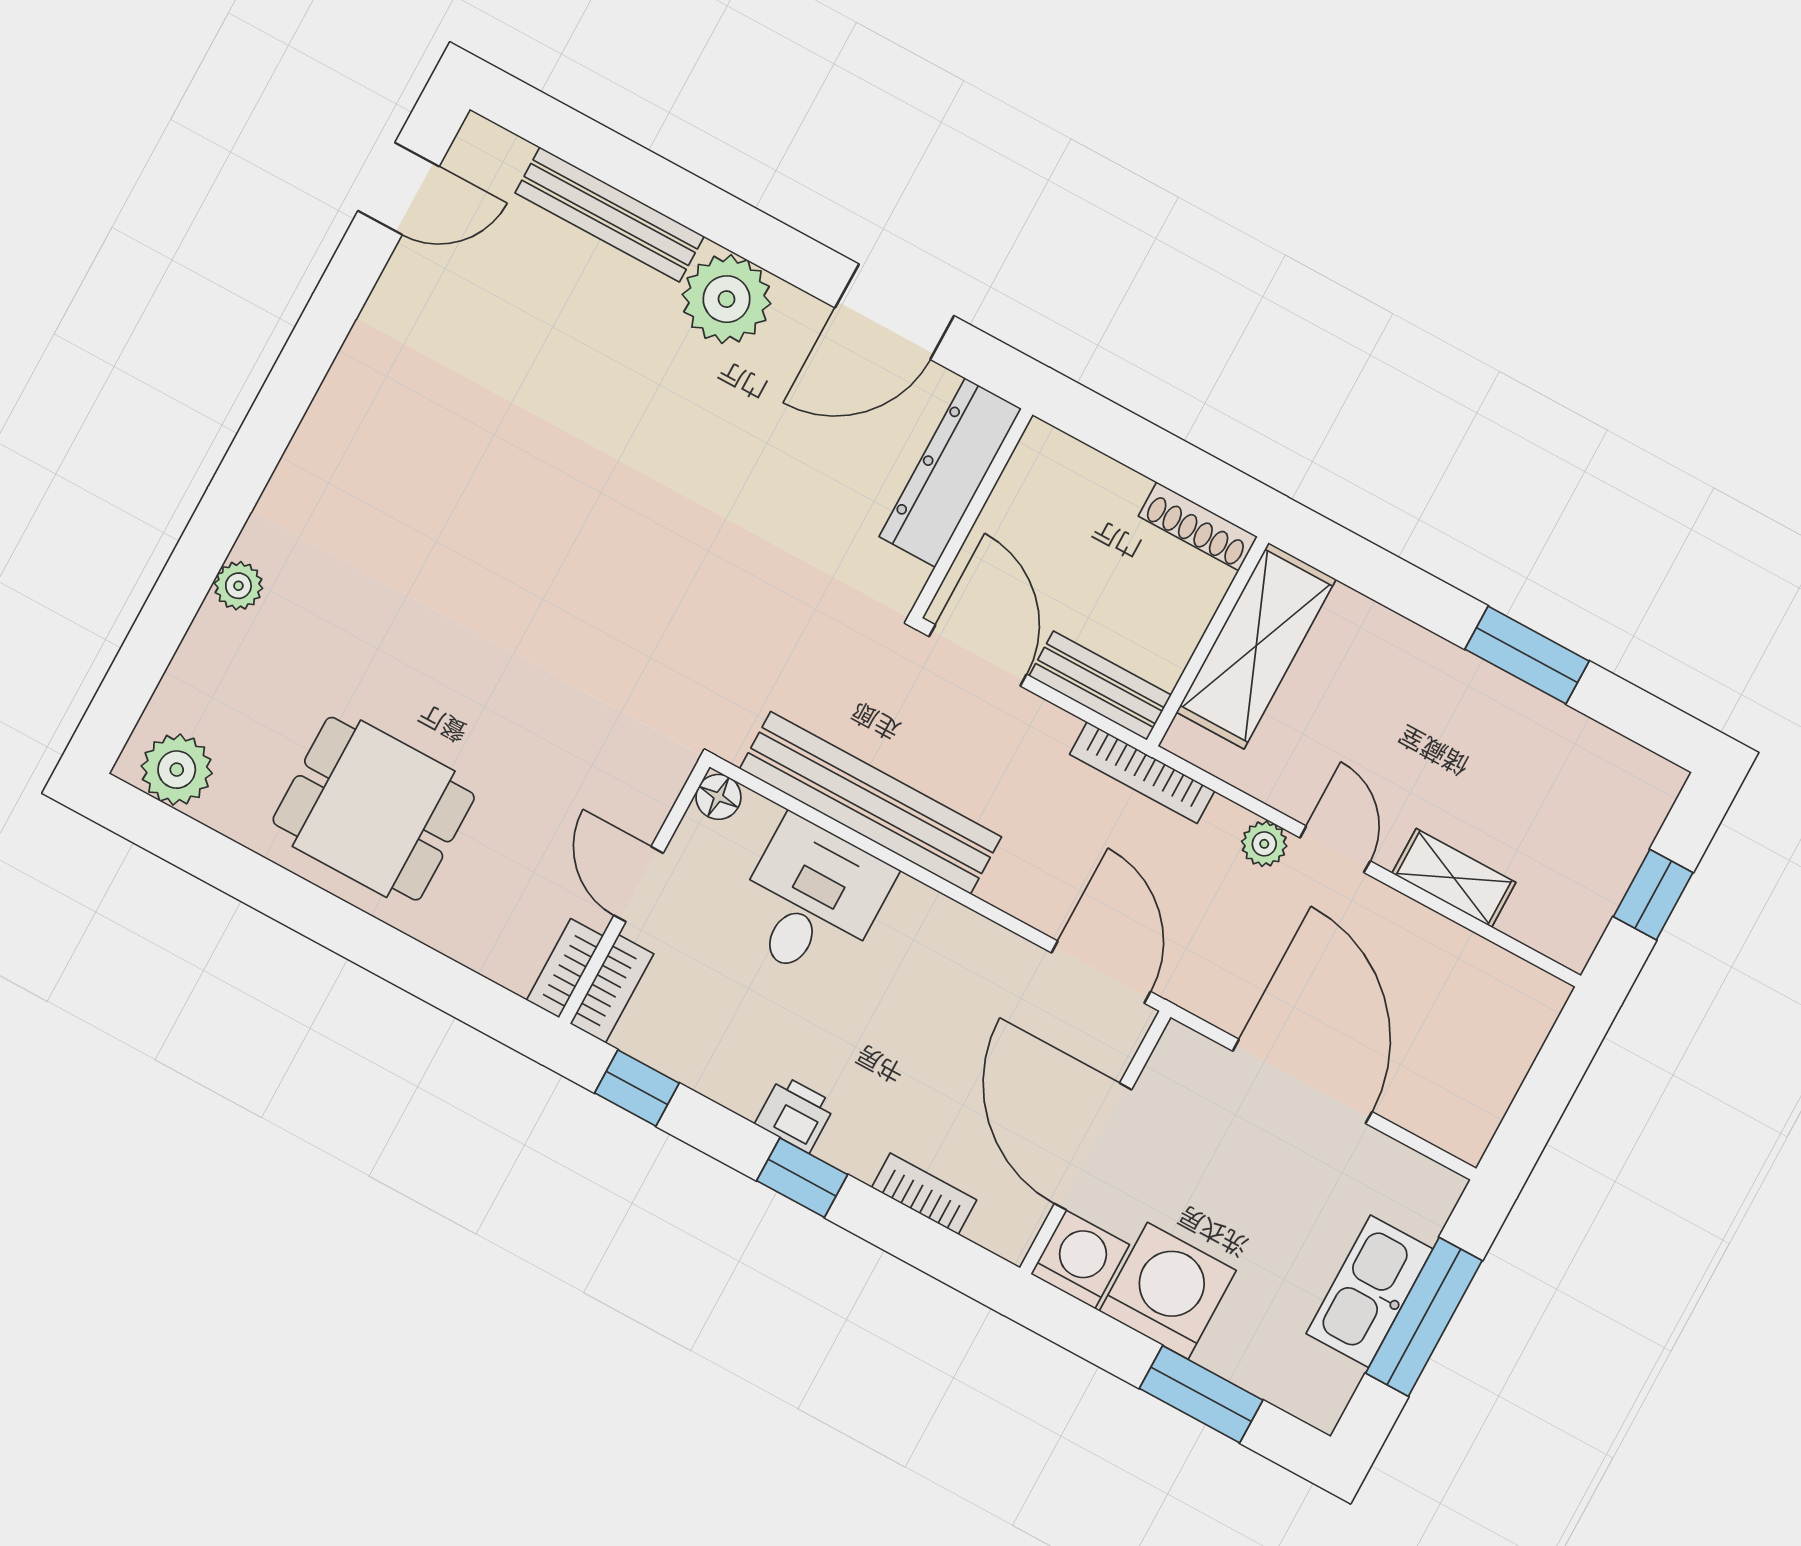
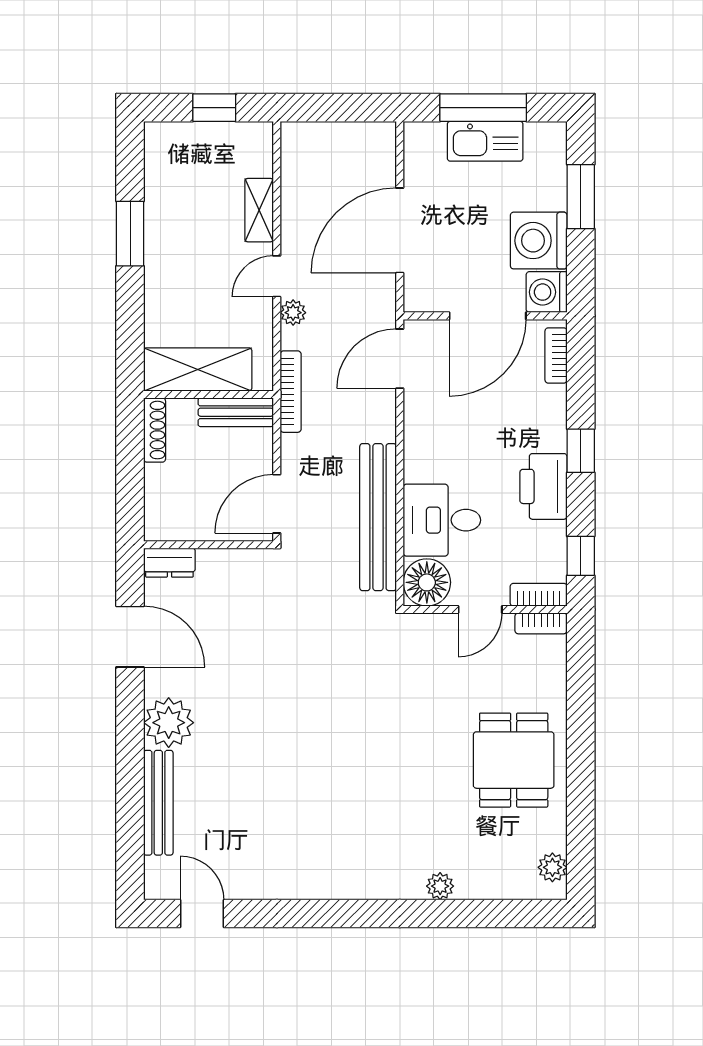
dresser: (950, 473) -> (169, 563), width x0.51, depth x0.80
bench: (1100, 686) -> (236, 412), moved, turned 90
plant: (177, 770) -> (552, 867), width x0.73, depth x0.73
floor lamp: (718, 797) -> (427, 582), width x1.89, depth x1.89
printer: (795, 1114) -> (543, 486), width x1.87, depth x1.48
bookcase: (924, 1194) -> (556, 355), moved

